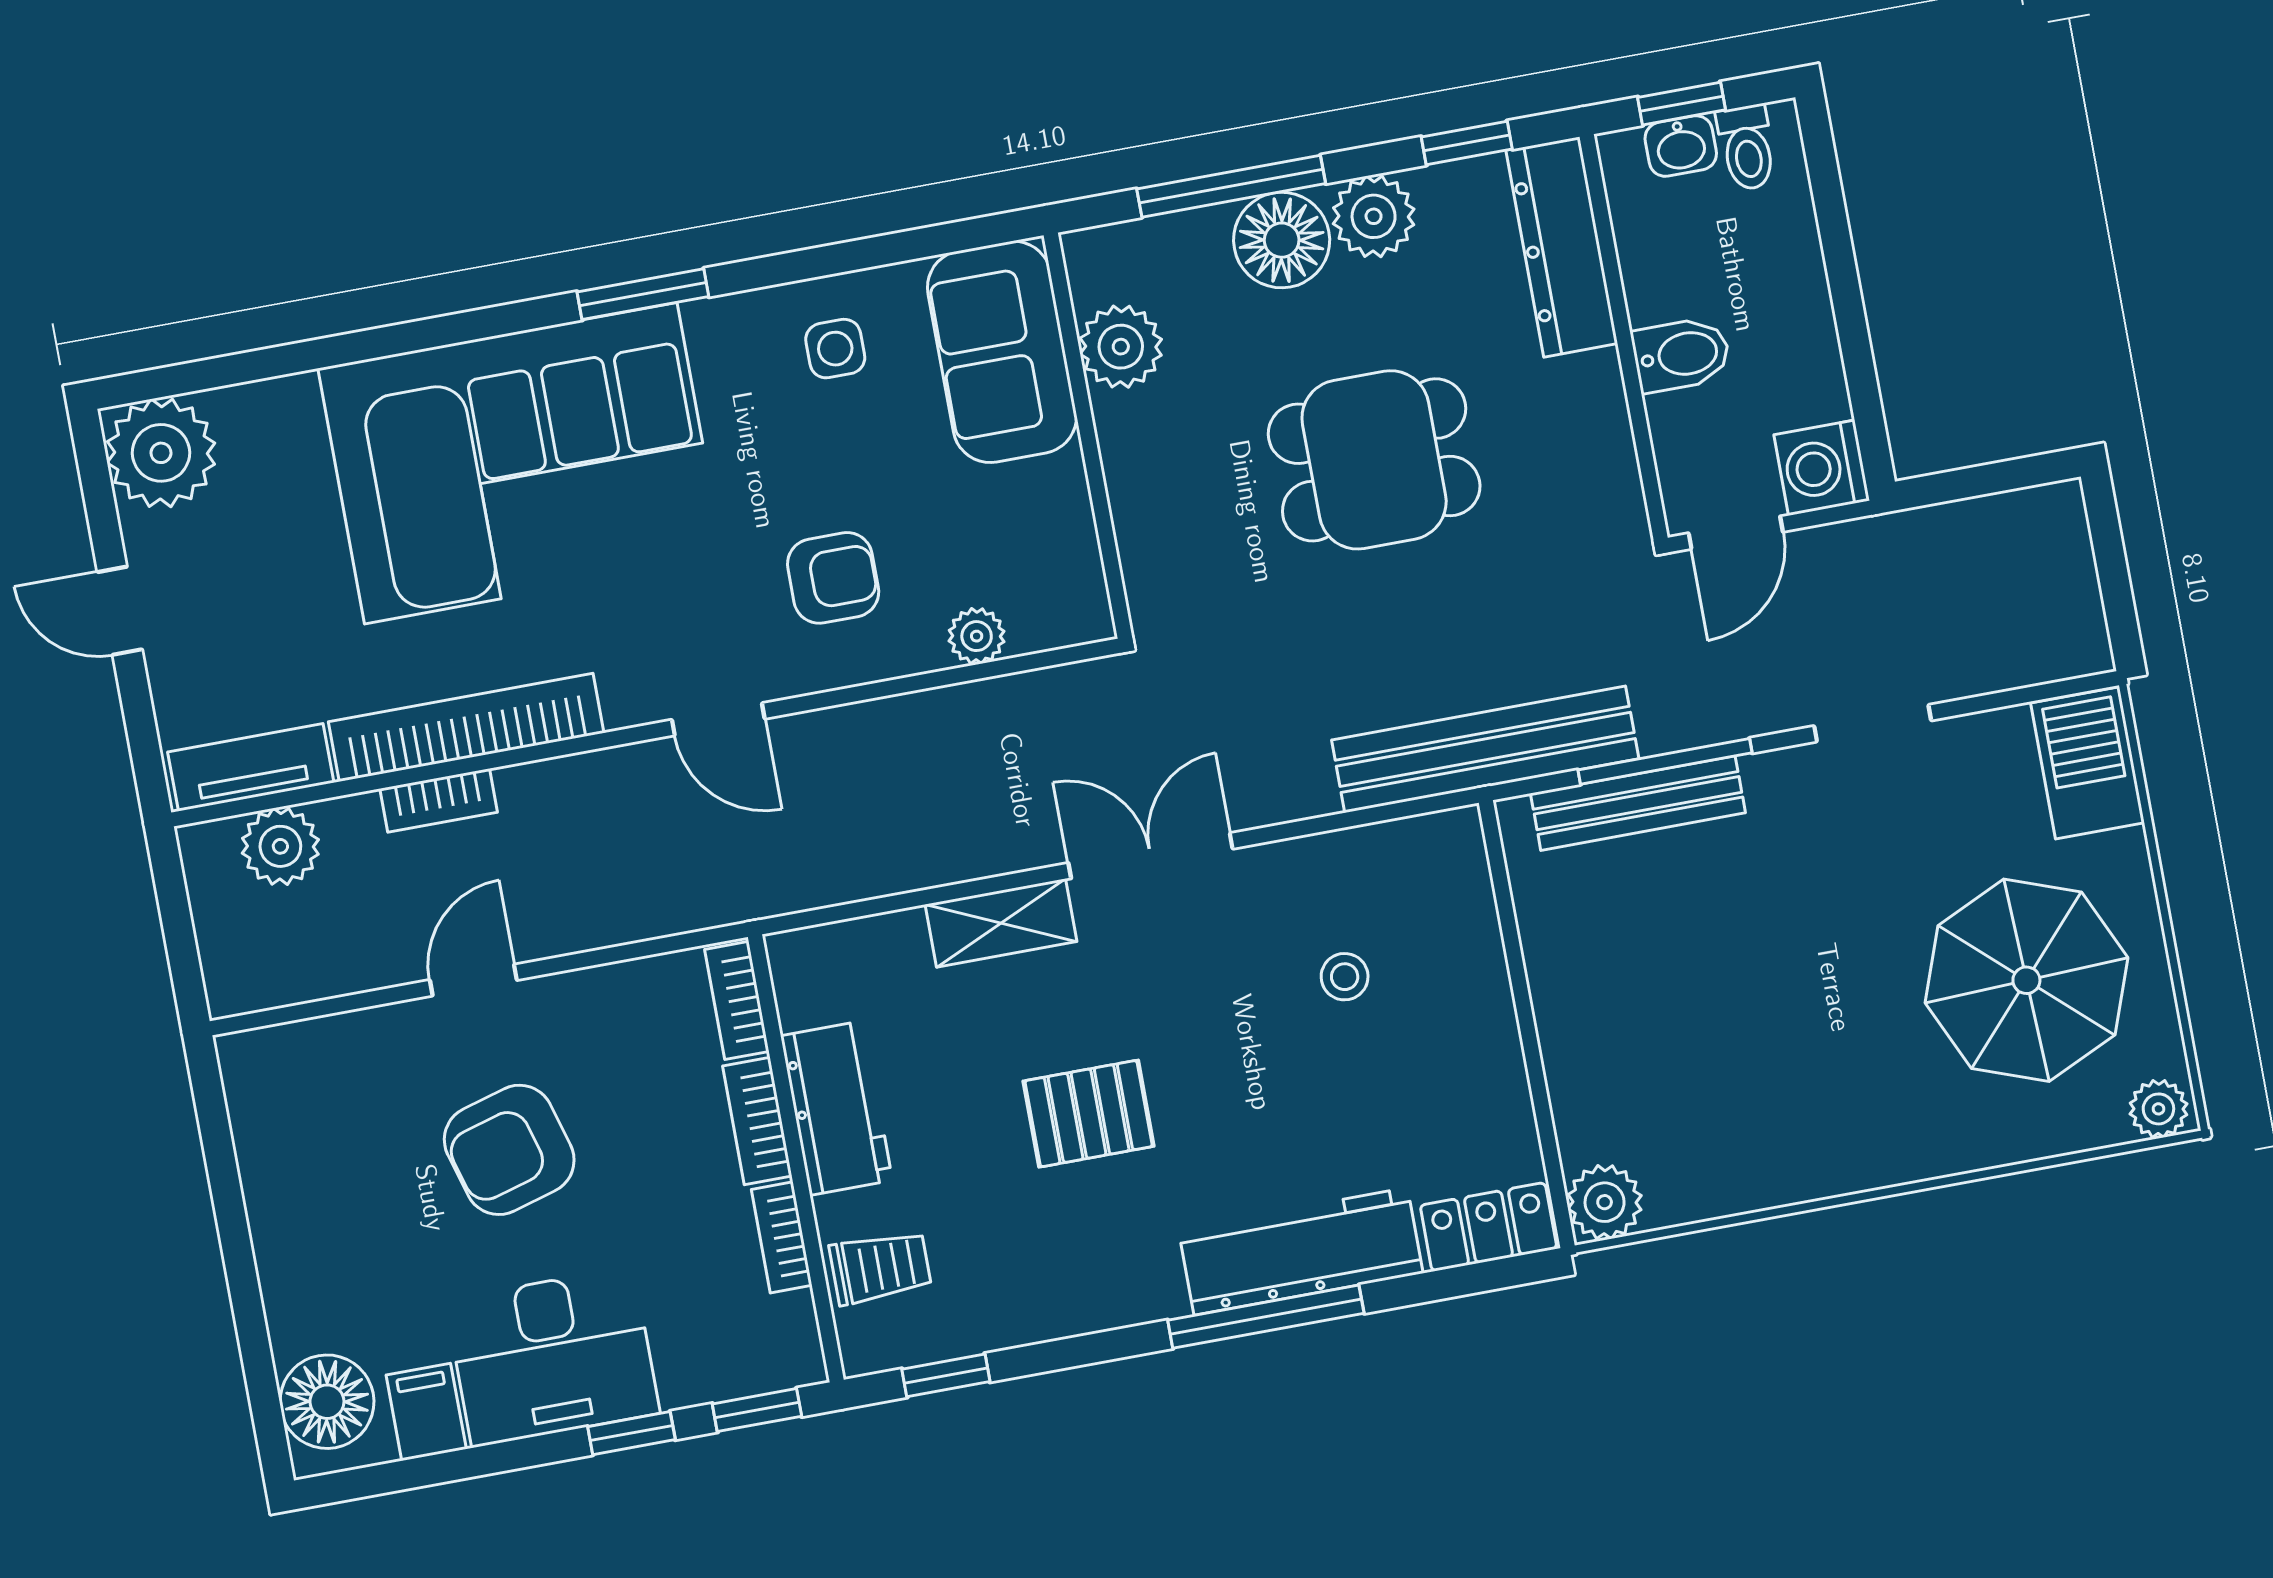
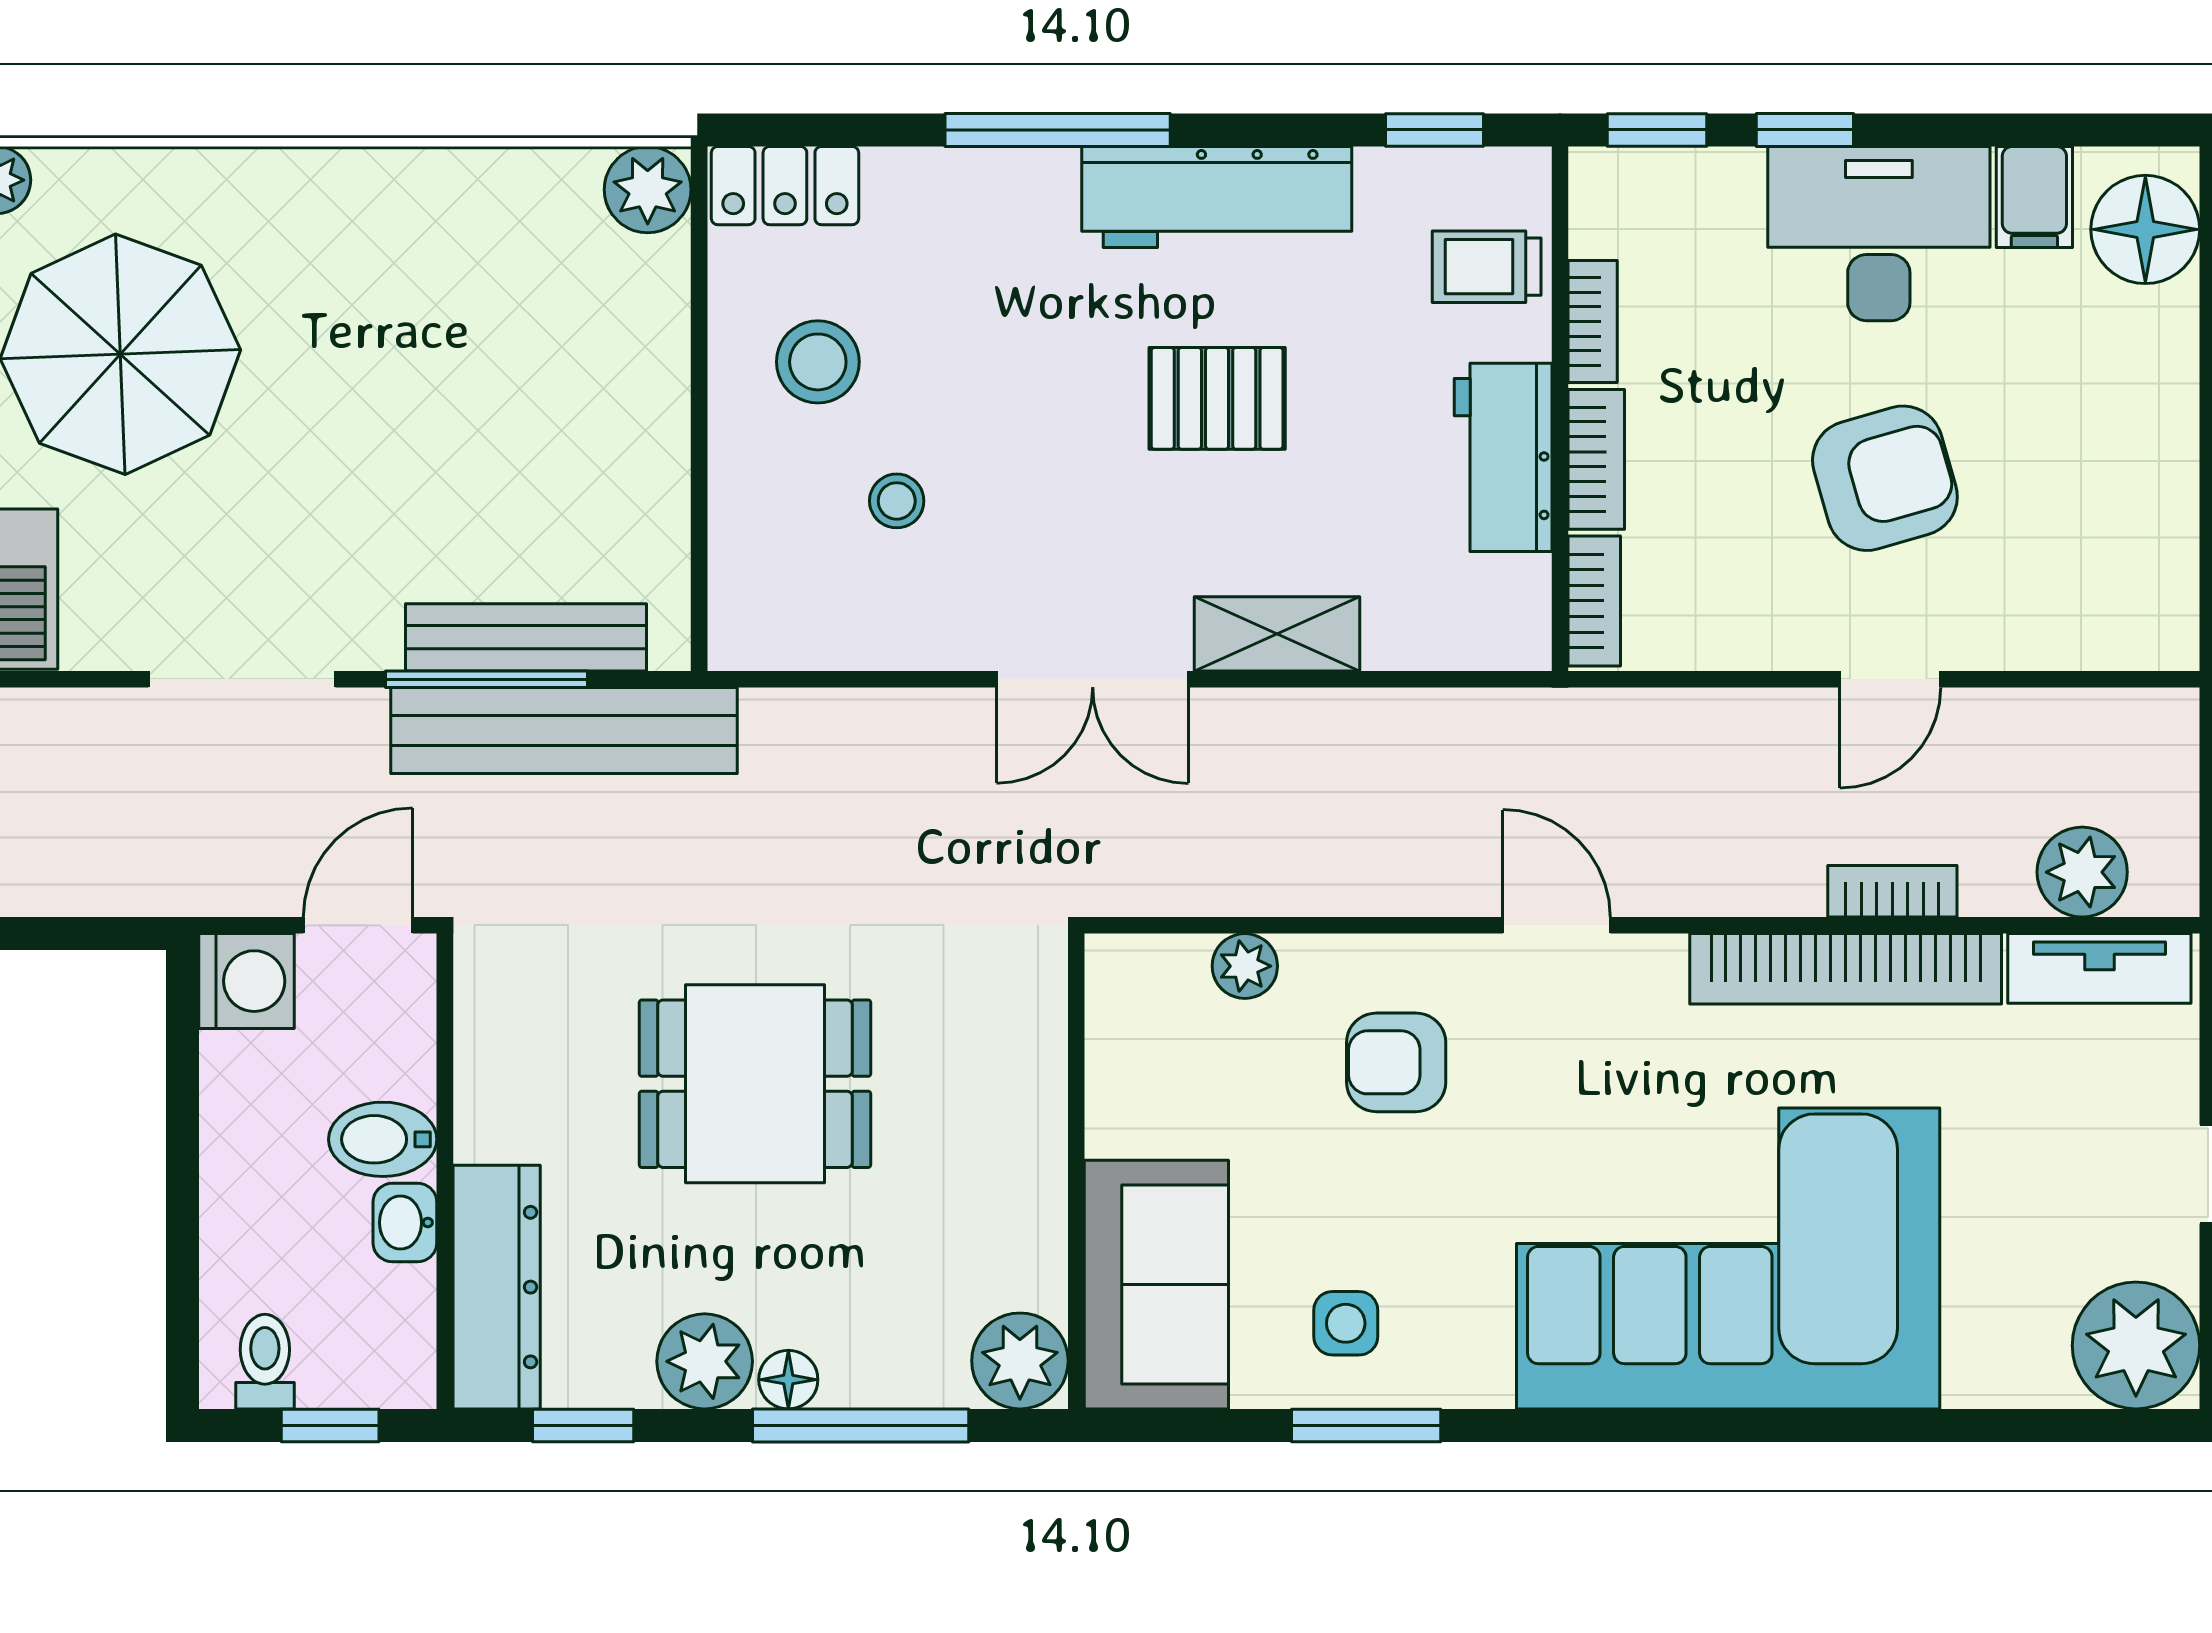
washbasin: (1681, 146) -> (405, 1223), moved, turned -90
floor lamp: (1282, 240) -> (788, 1380), width x0.53, depth x0.53
window: (643, 294) -> (1366, 1425), moved
plant: (1121, 347) -> (1020, 1361), moved
doorway: (1873, 723) -> (242, 679), width x1.38
bench: (1485, 749) -> (564, 731), moved
stool: (1433, 1082) -> (818, 362), added
workbench: (1301, 1251) -> (1217, 197), moved

